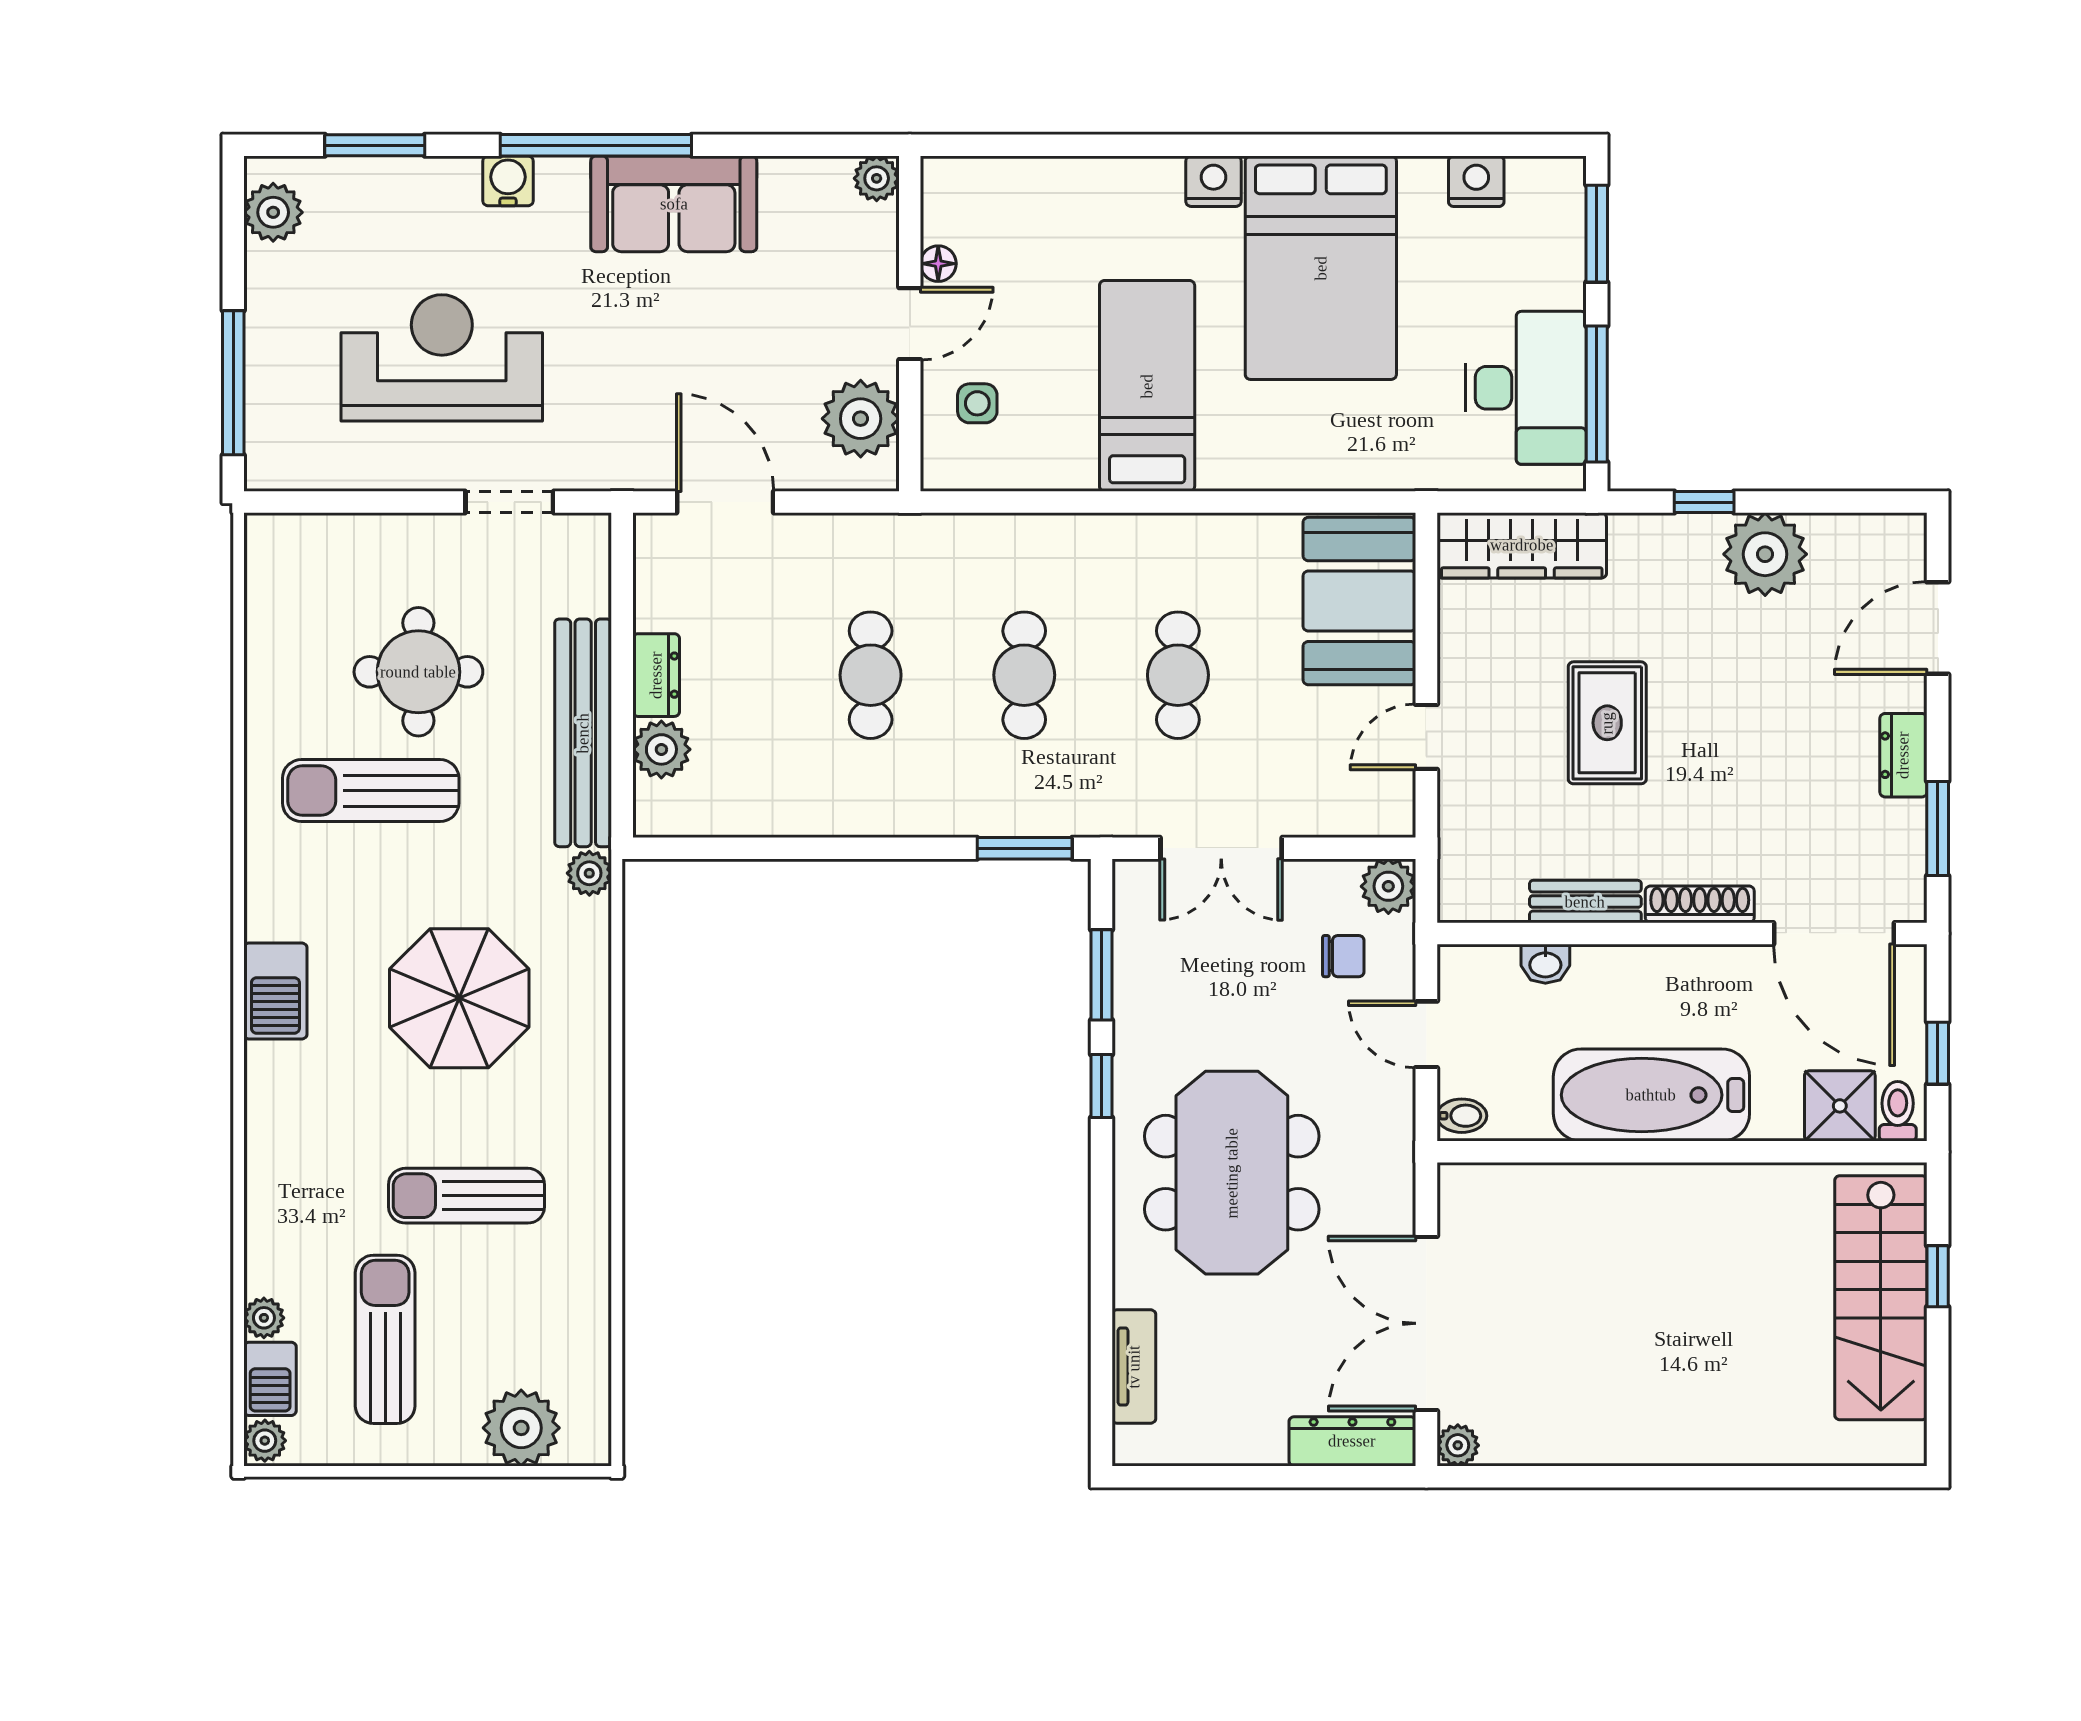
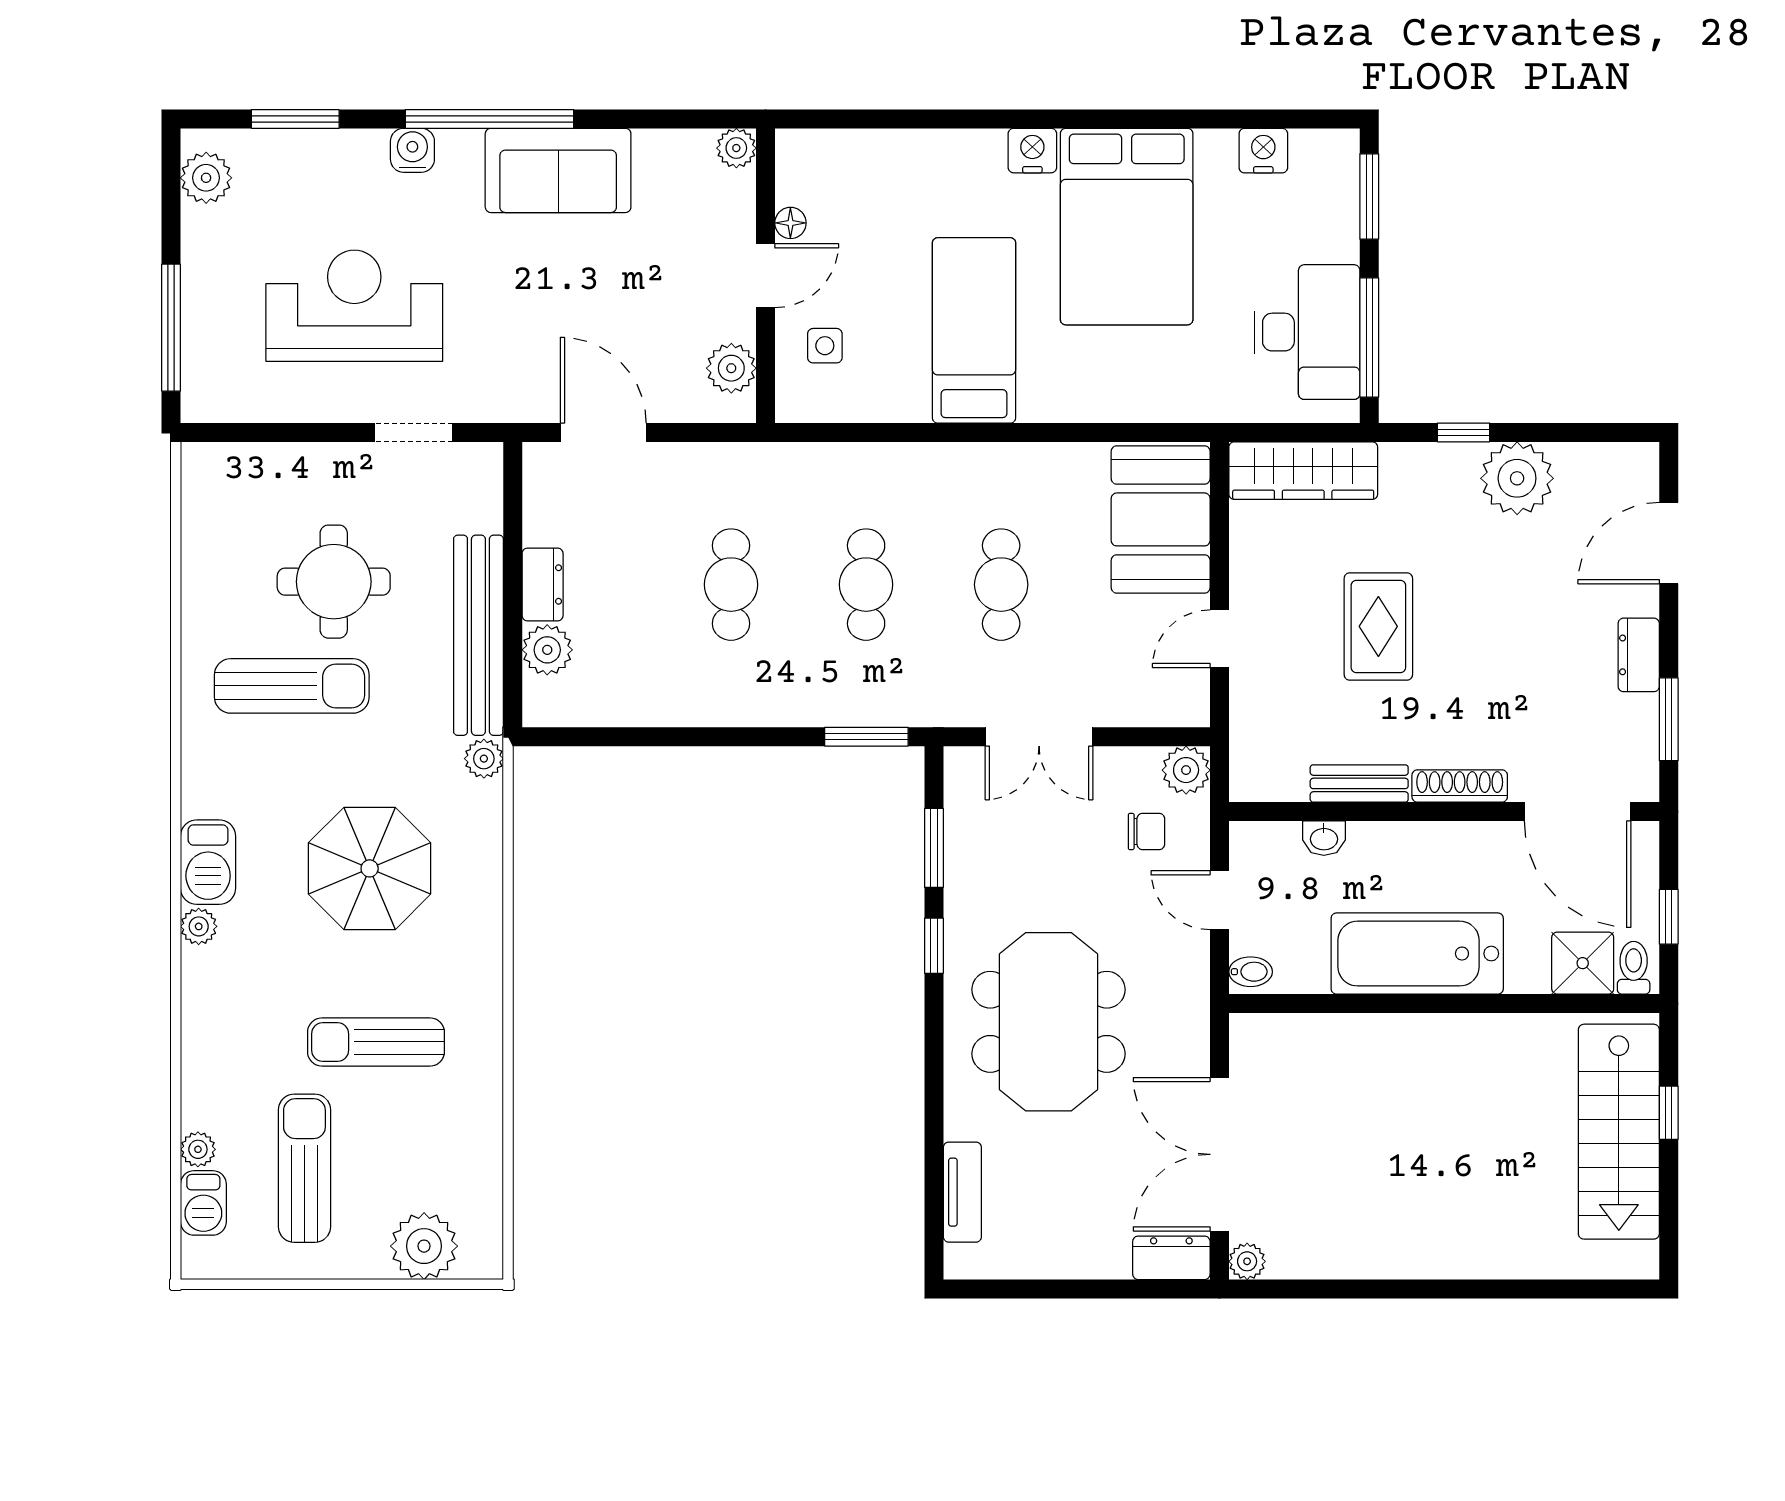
plant: (861, 419) -> (731, 368), width x0.73, depth x0.73
sun lounger: (371, 791) -> (292, 686), turned 180
plant: (265, 1441) -> (199, 926), moved
dresser: (1352, 1441) -> (1171, 1258), width x0.70

